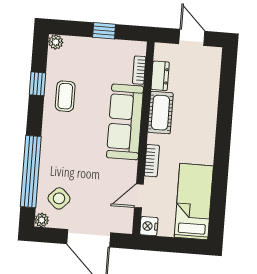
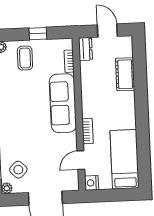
dresser: (160, 76) -> (85, 49), moved
coffee table: (65, 96) -> (25, 58), moved
cot: (160, 113) -> (125, 74), moved

